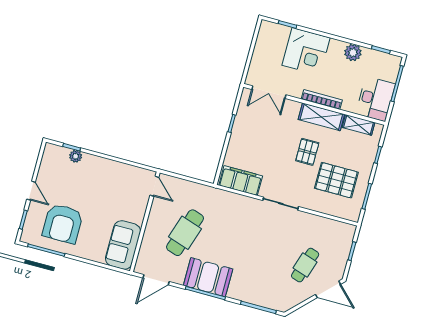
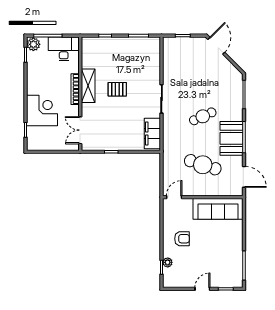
plant: (353, 53) -> (33, 44), moved
double door: (269, 92) -> (80, 130), swing flipped
shelving: (358, 125) -> (87, 56), removed
pallet: (336, 180) -> (133, 62), removed
armchair: (63, 224) -> (182, 239), moved, width x0.53, depth x0.53
sofa: (123, 245) -> (218, 209), width x1.36
cafe table: (305, 265) -> (203, 116), moved, turned -42

